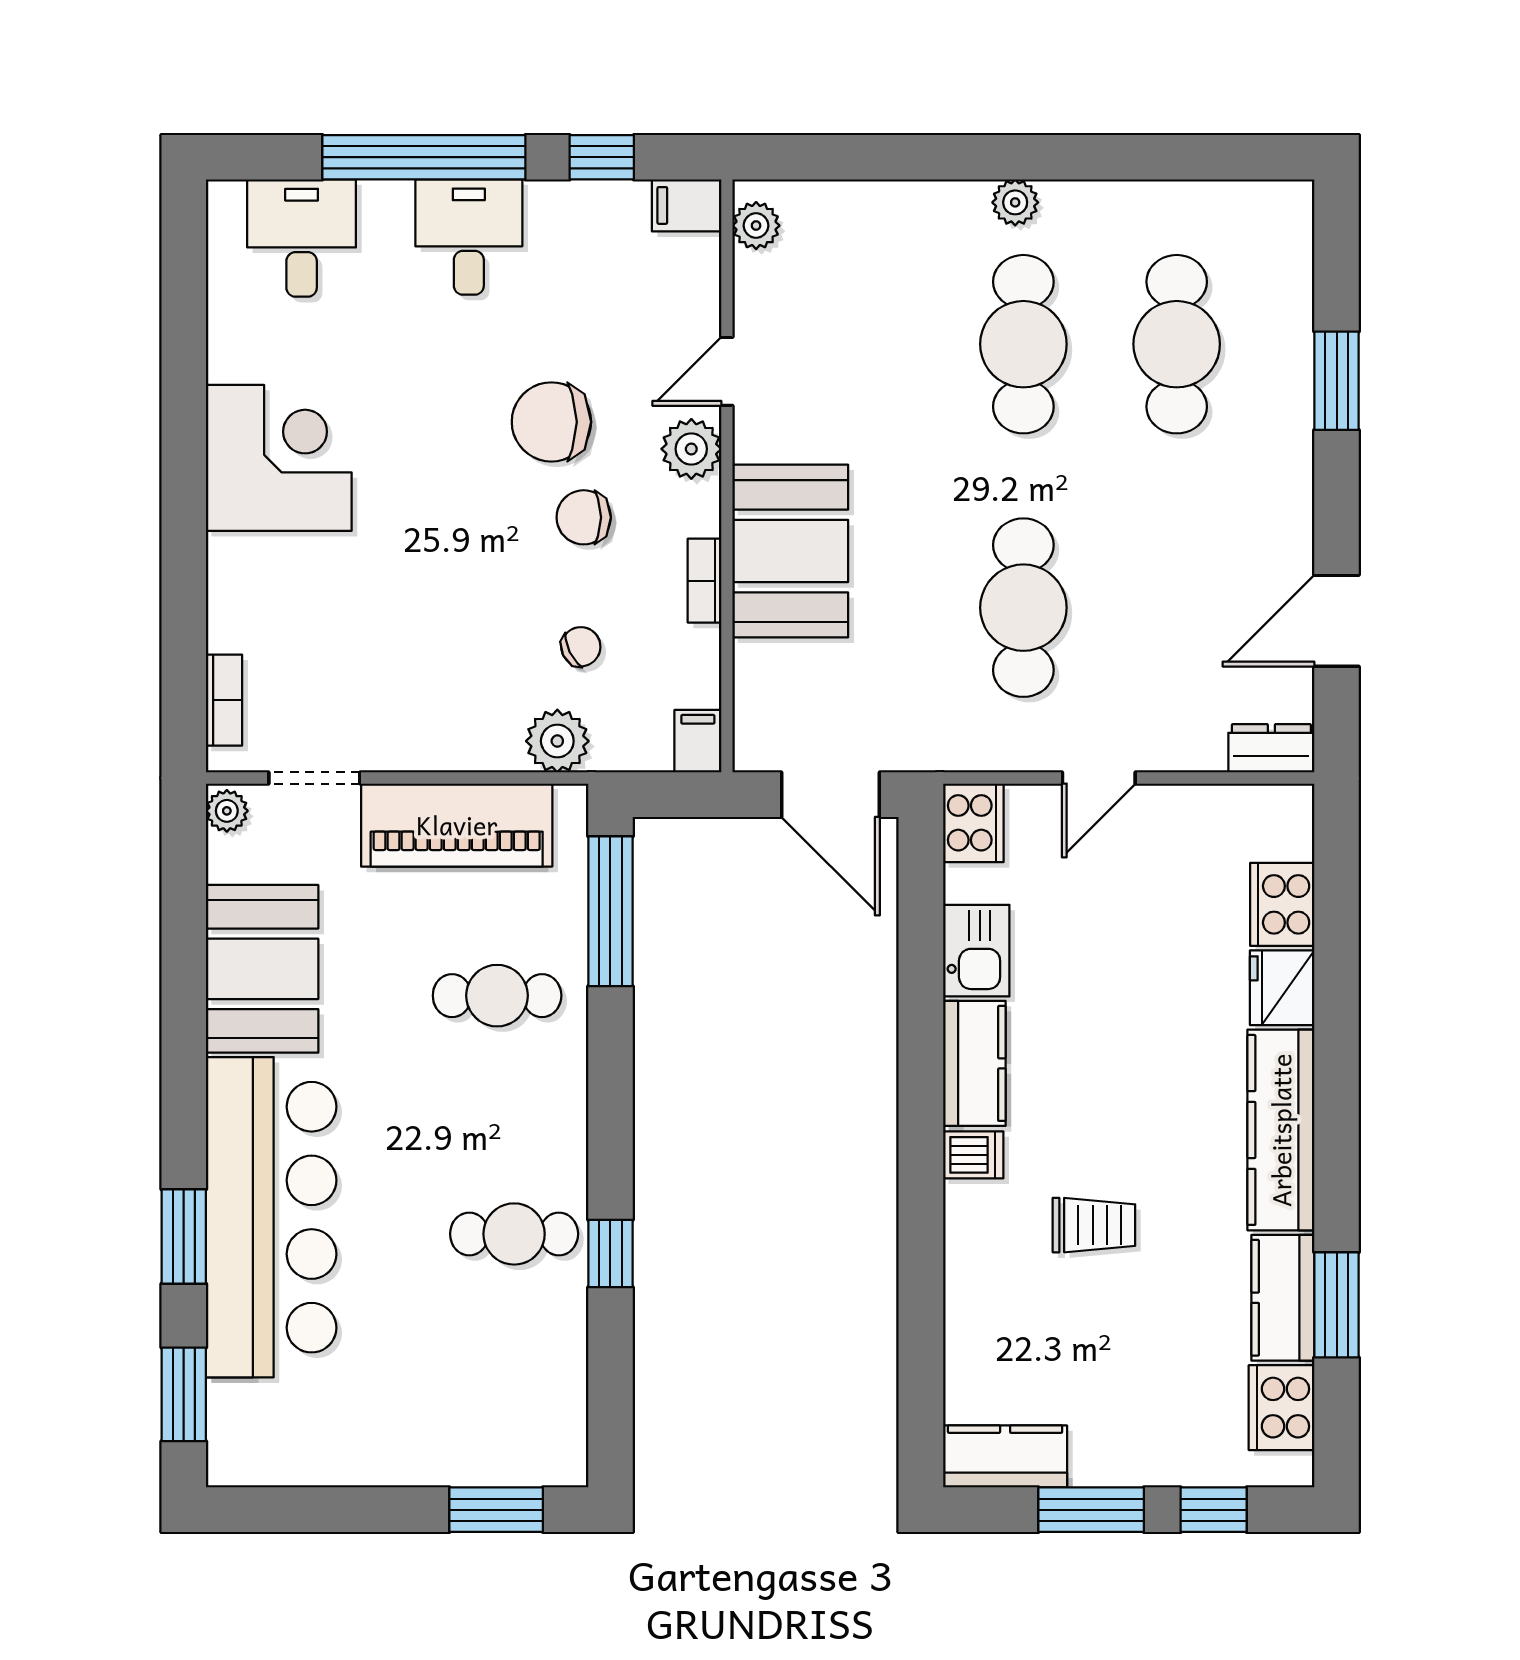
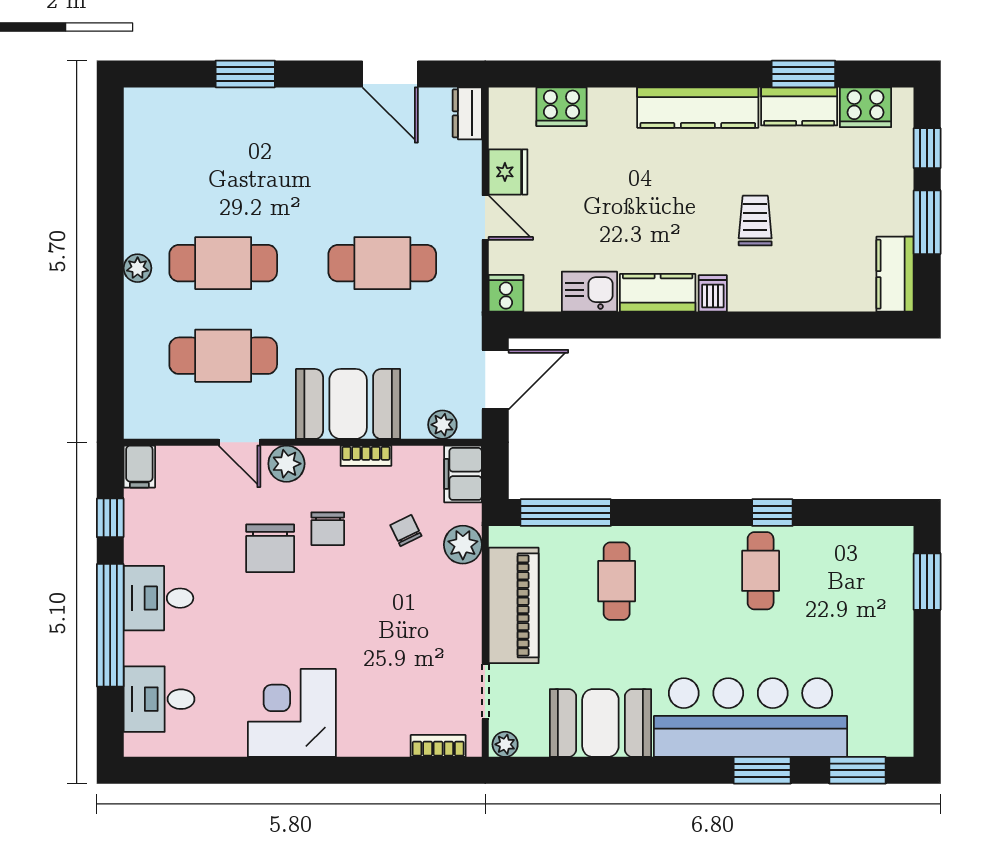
plant: (756, 226) -> (442, 425), moved
cafe table: (1177, 344) -> (223, 356), moved
filing cabinet: (698, 741) -> (463, 474), width x2.00
cooker: (973, 823) -> (506, 293), width x0.73
fridge: (1282, 988) -> (508, 172), moved, turned -90

